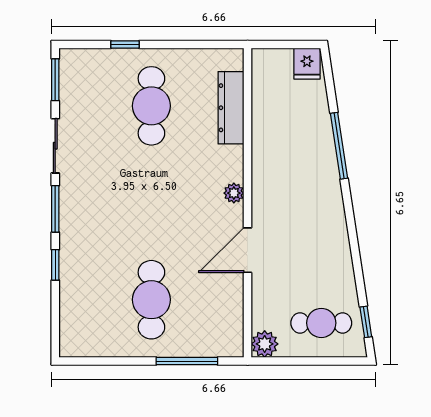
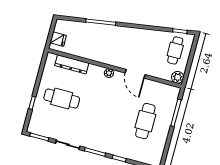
fridge: (307, 64) -> (58, 39), moved
cafe table: (151, 300) -> (145, 121), turned 90

